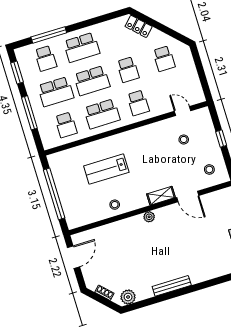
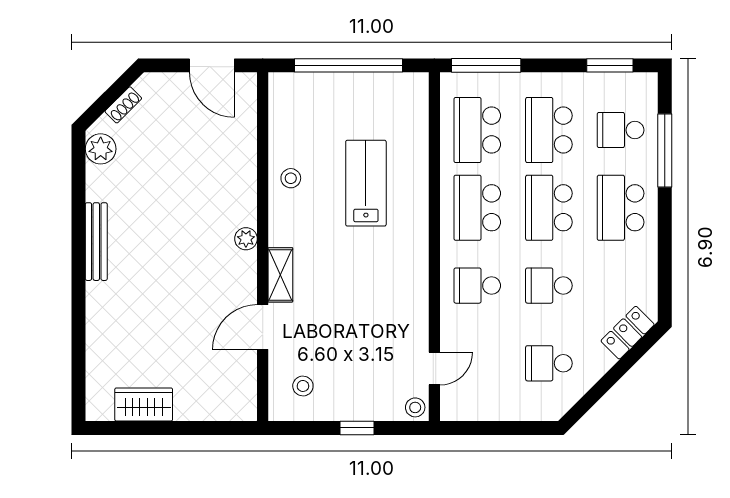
window: (29, 113) -> (486, 65), moved
school desk: (66, 125) -> (477, 130), width x1.85
stool: (184, 139) -> (415, 407), moved

